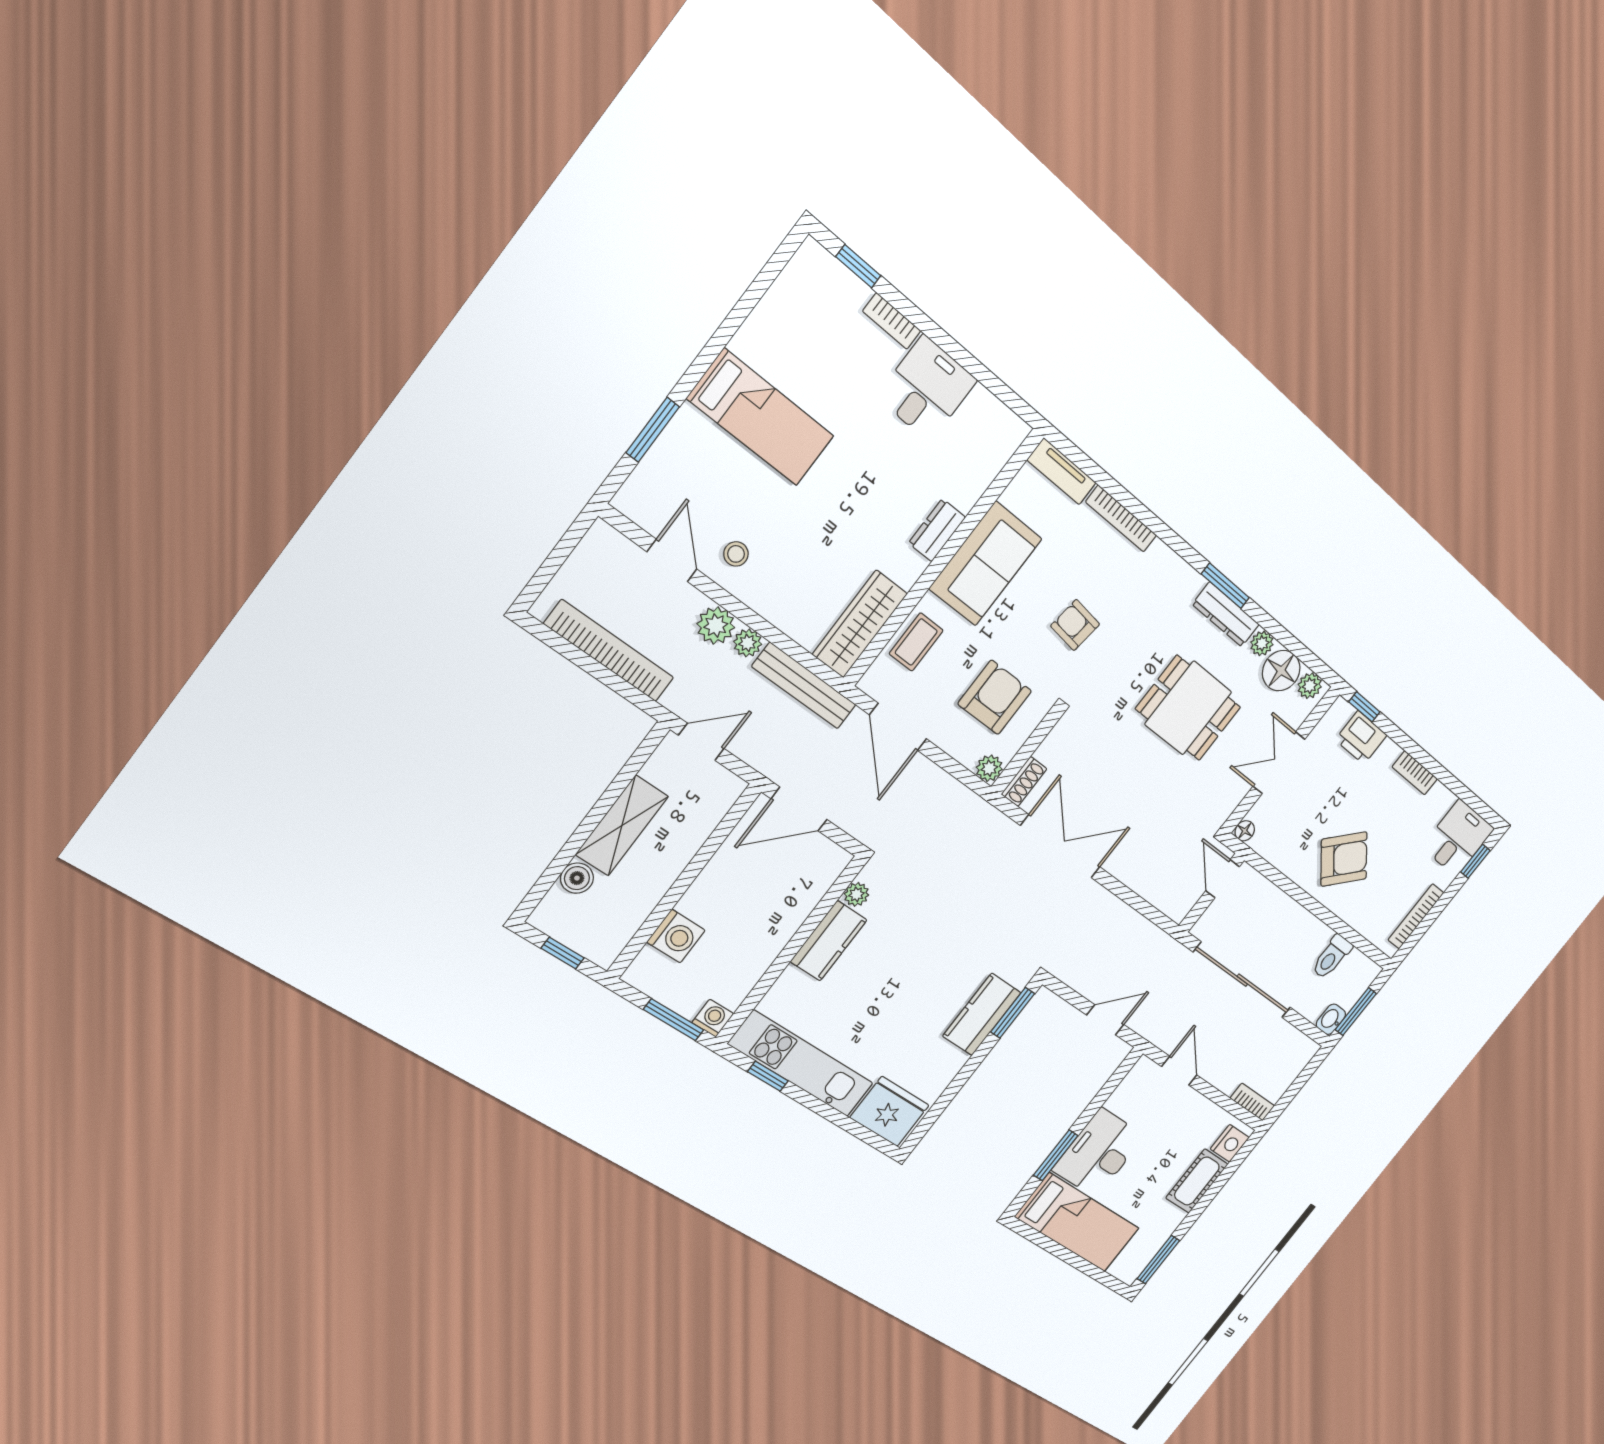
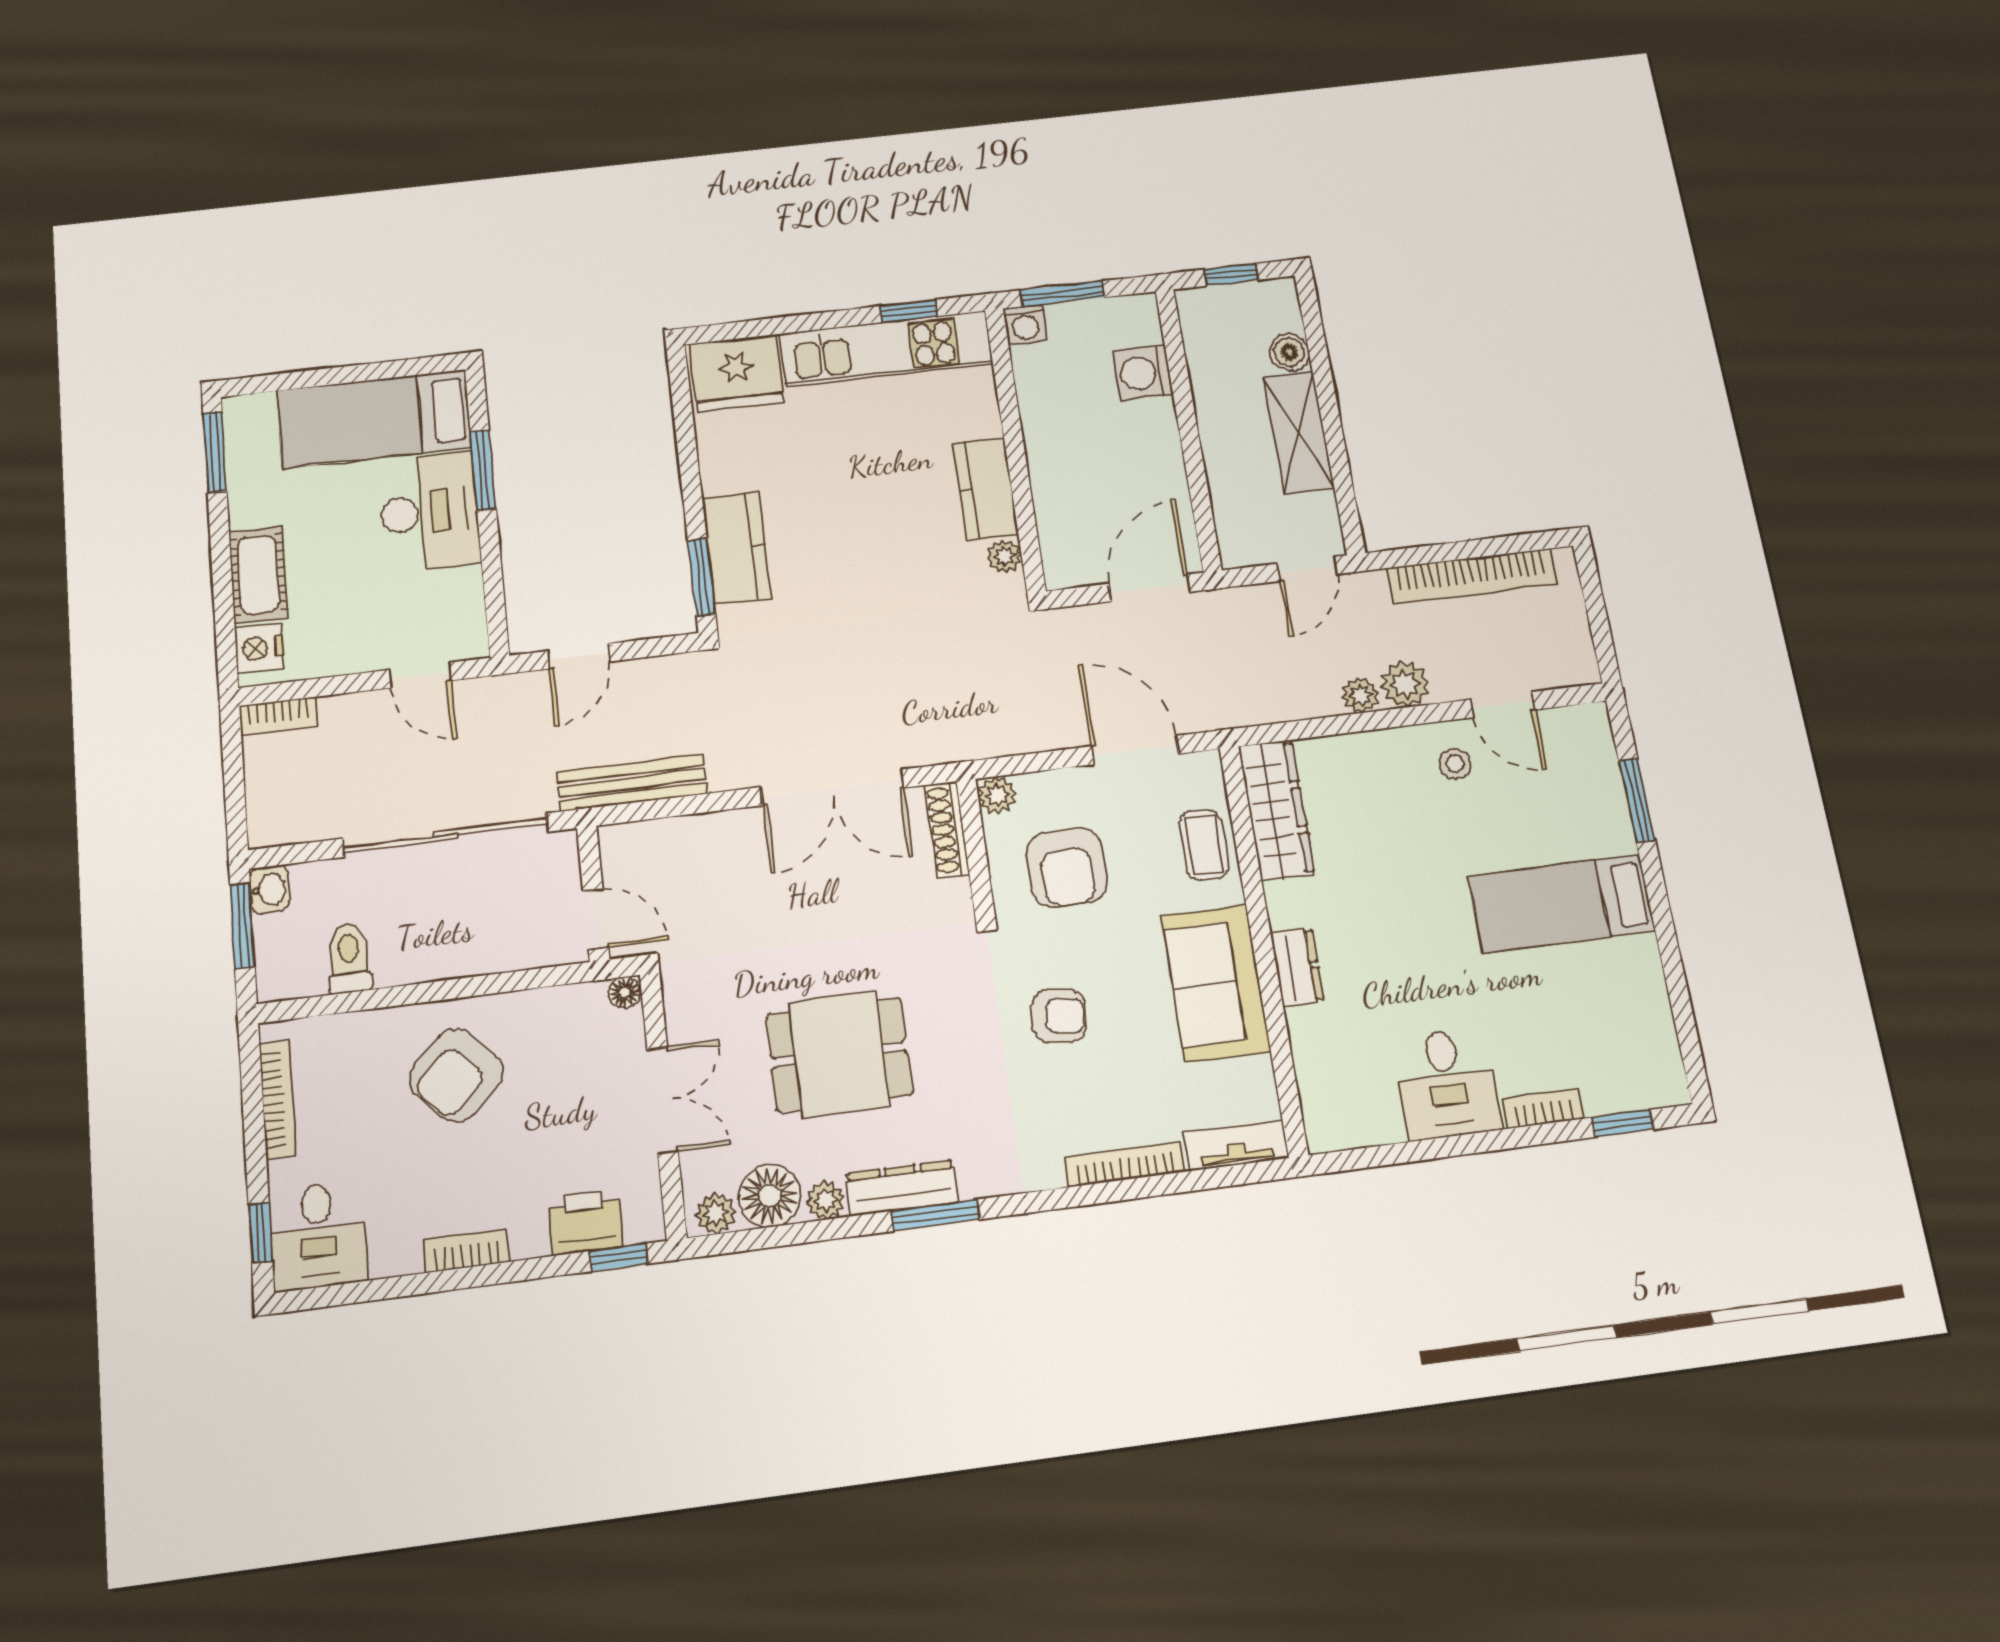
bench: (804, 686) -> (632, 783), moved
shoe rack: (1024, 781) -> (947, 829), width x1.43

